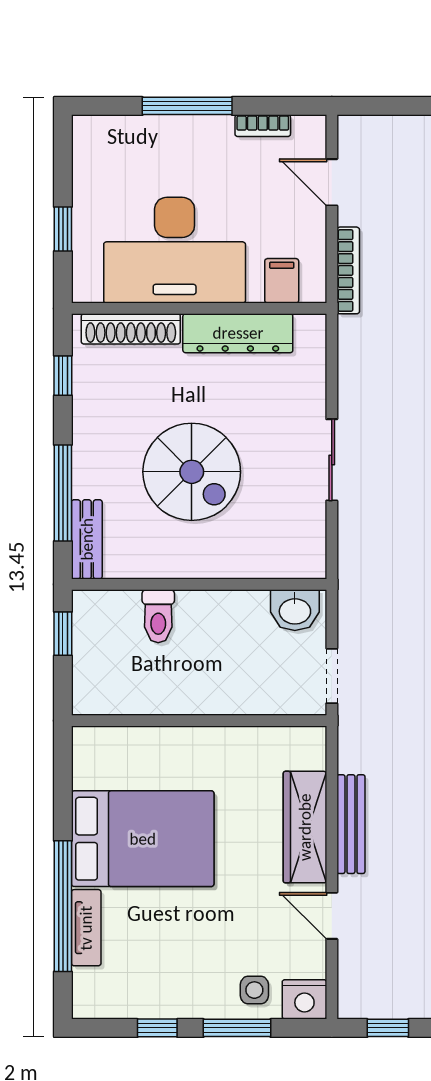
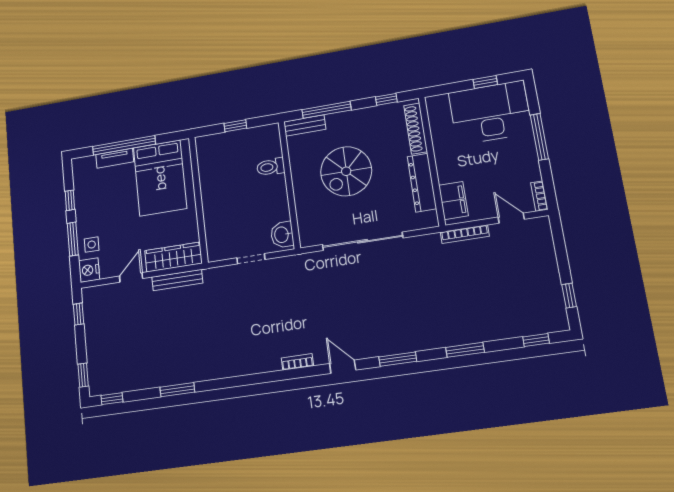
bookcase: (263, 126) -> (539, 196), moved
door: (332, 182) -> (511, 218), hinge flipped
window: (63, 229) -> (485, 82), moved
desk: (175, 250) -> (490, 113), moved, turned 90
filing cabinet: (282, 281) -> (453, 201), width x2.00
sliding door: (332, 460) -> (362, 241), width x1.86
window: (63, 634) -> (235, 126), moved
wall: (199, 721) -> (198, 199), moved

